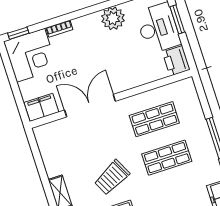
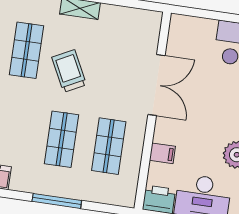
filing cabinet: (41, 107) -> (162, 153), moved, width x0.50

